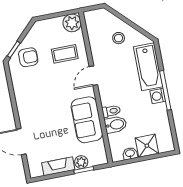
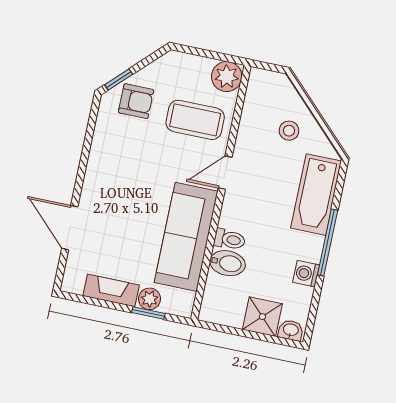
coffee table: (65, 54) -> (195, 120), width x1.36, depth x1.30
washing machine: (158, 96) -> (306, 274), moved
sofa: (87, 120) -> (186, 237), width x1.36
washbasin: (130, 154) -> (291, 330), moved

